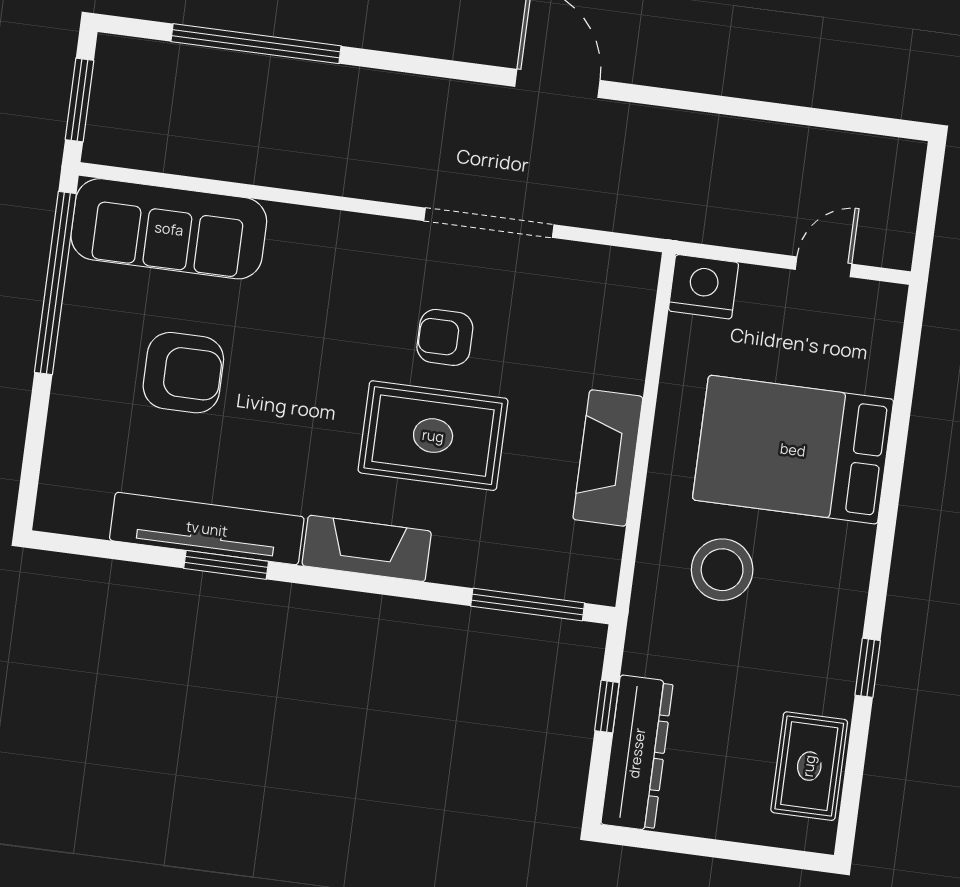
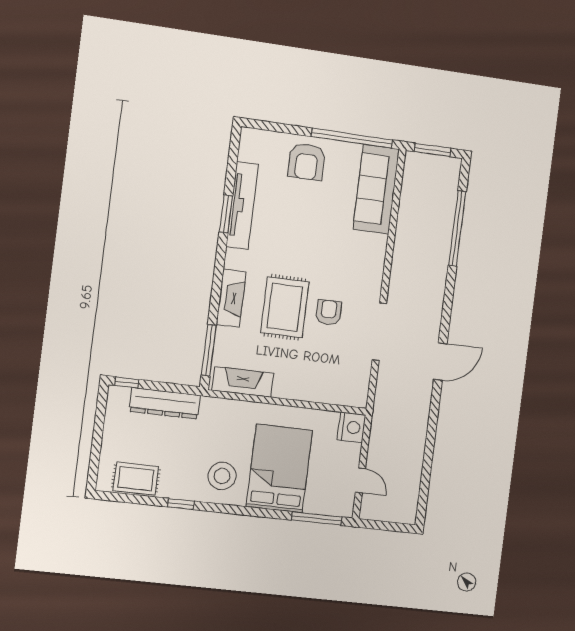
window: (907, 366) -> (317, 518), added
armchair: (183, 373) -> (307, 162), moved
fireplace: (608, 458) -> (243, 382), moved
fireplace: (367, 548) -> (231, 298), moved
stool: (722, 570) -> (222, 476), moved
window: (607, 707) -> (127, 382), moved
dresser: (637, 753) -> (165, 403), moved

